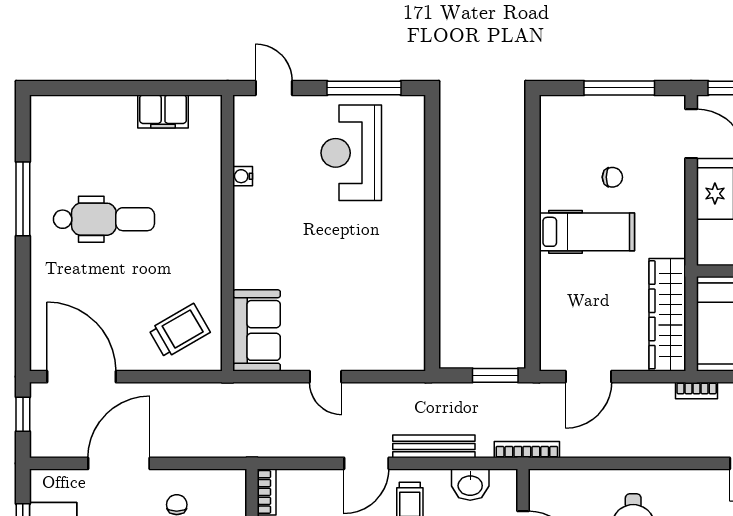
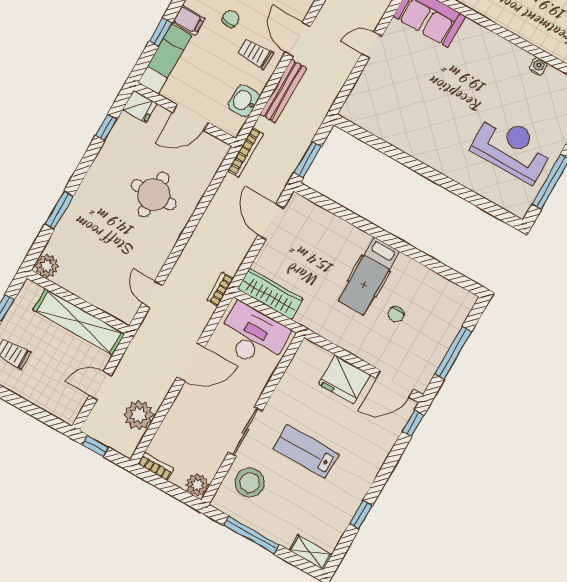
wardrobe: (667, 315) -> (270, 294), width x0.71, depth x0.85

